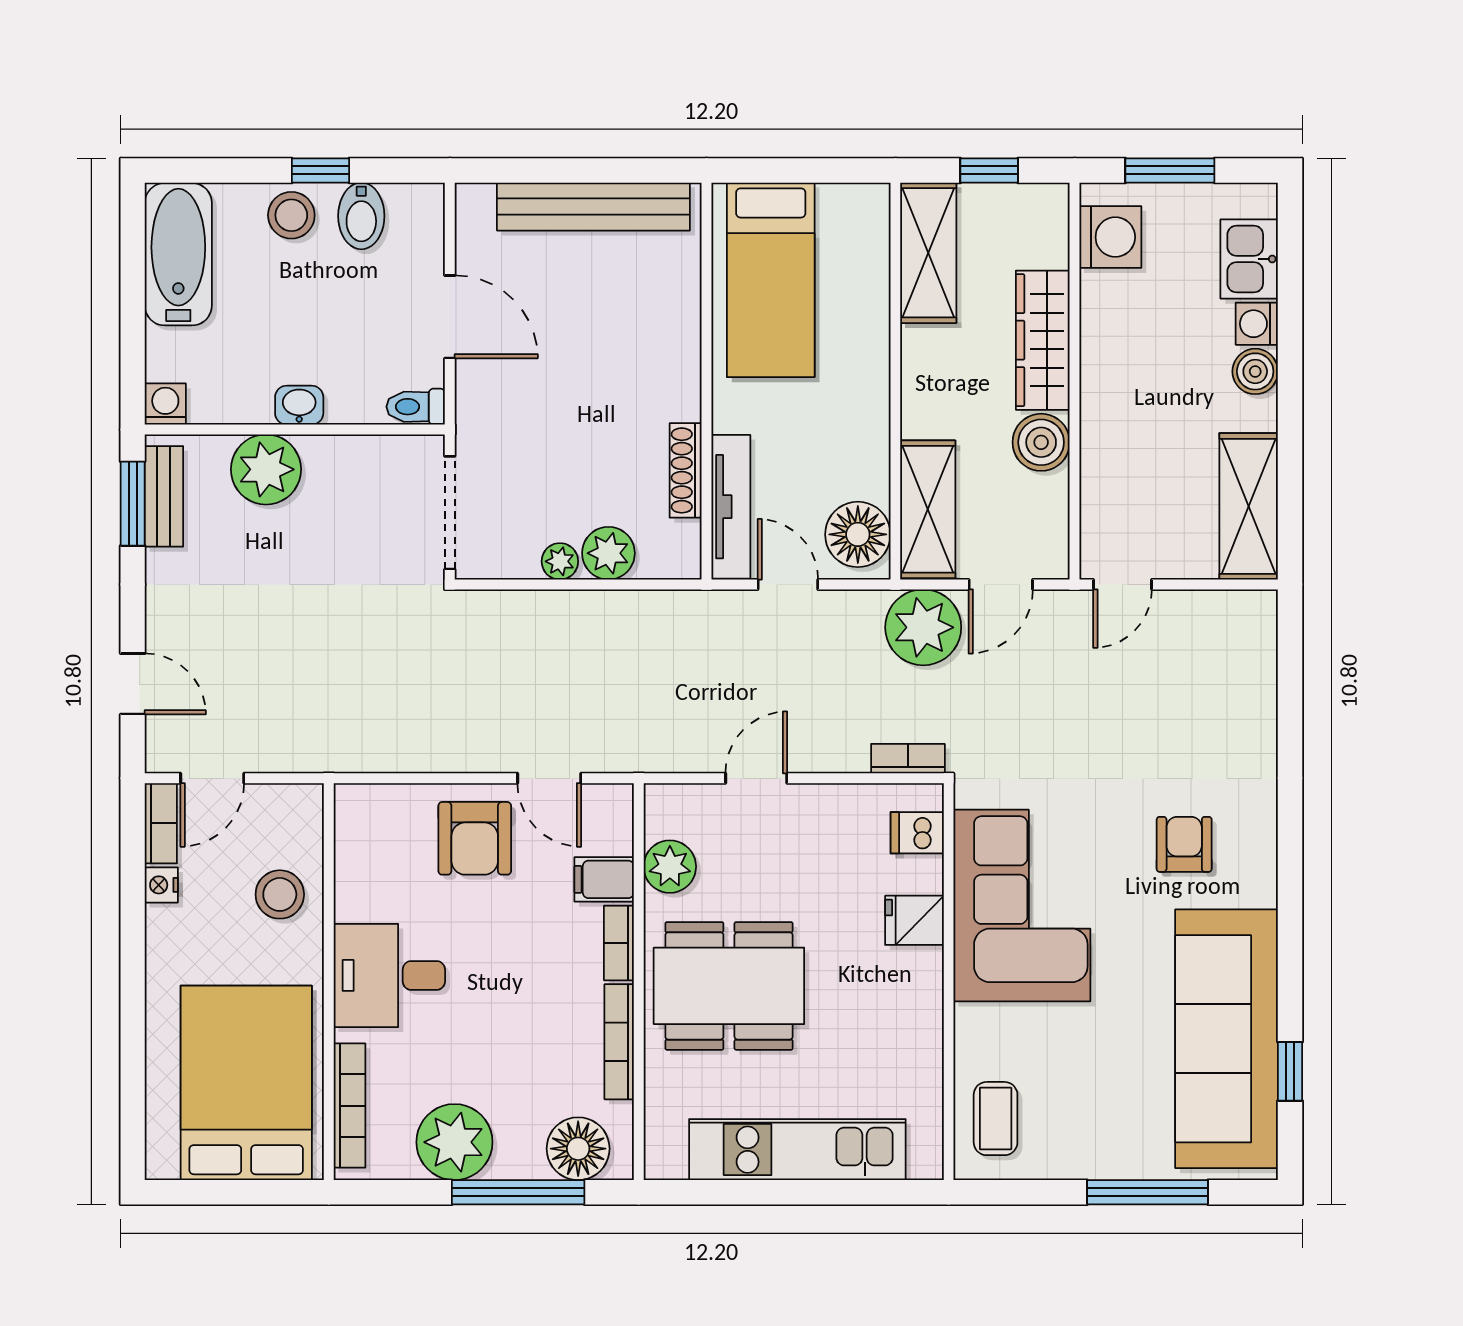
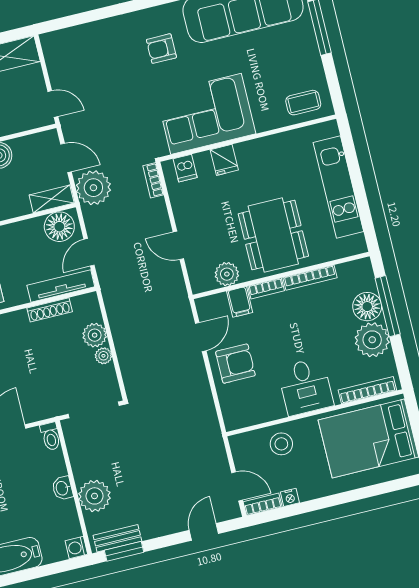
shelving: (928, 509) -> (52, 199), width x0.67, depth x0.75
floor lamp: (578, 1149) -> (367, 307), moved

